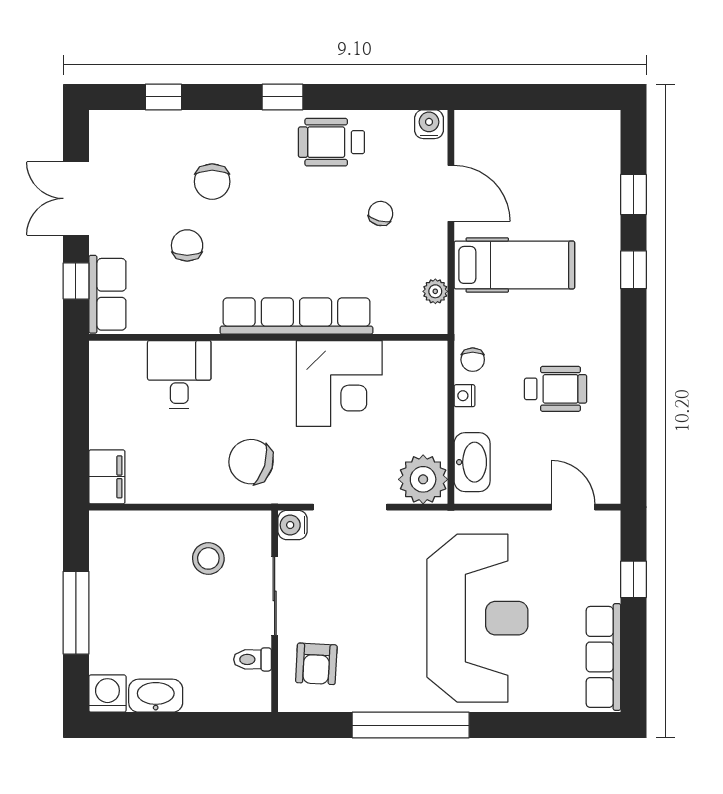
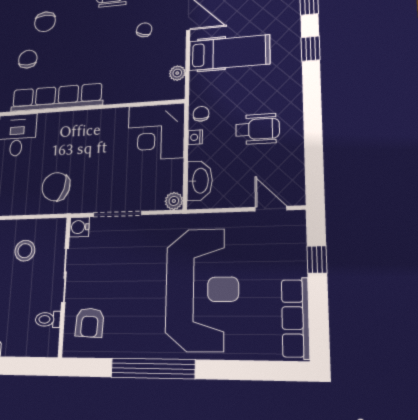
row of seats: (296, 316) -> (57, 97), moved
chair: (473, 360) -> (201, 114), turned 180
corner desk: (339, 383) -> (156, 132), moved, turned 90
plant: (423, 479) -> (174, 201), width x0.53, depth x0.53

